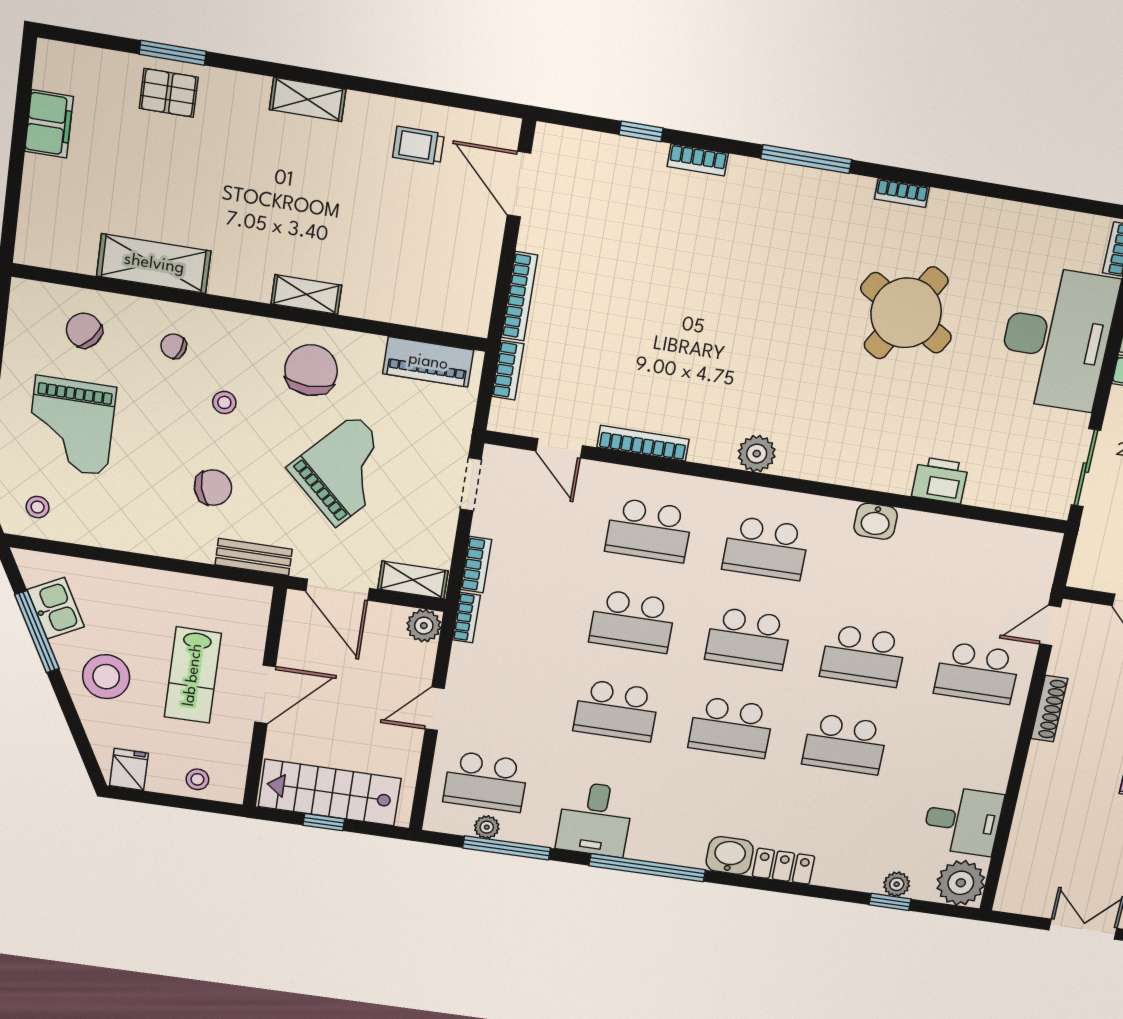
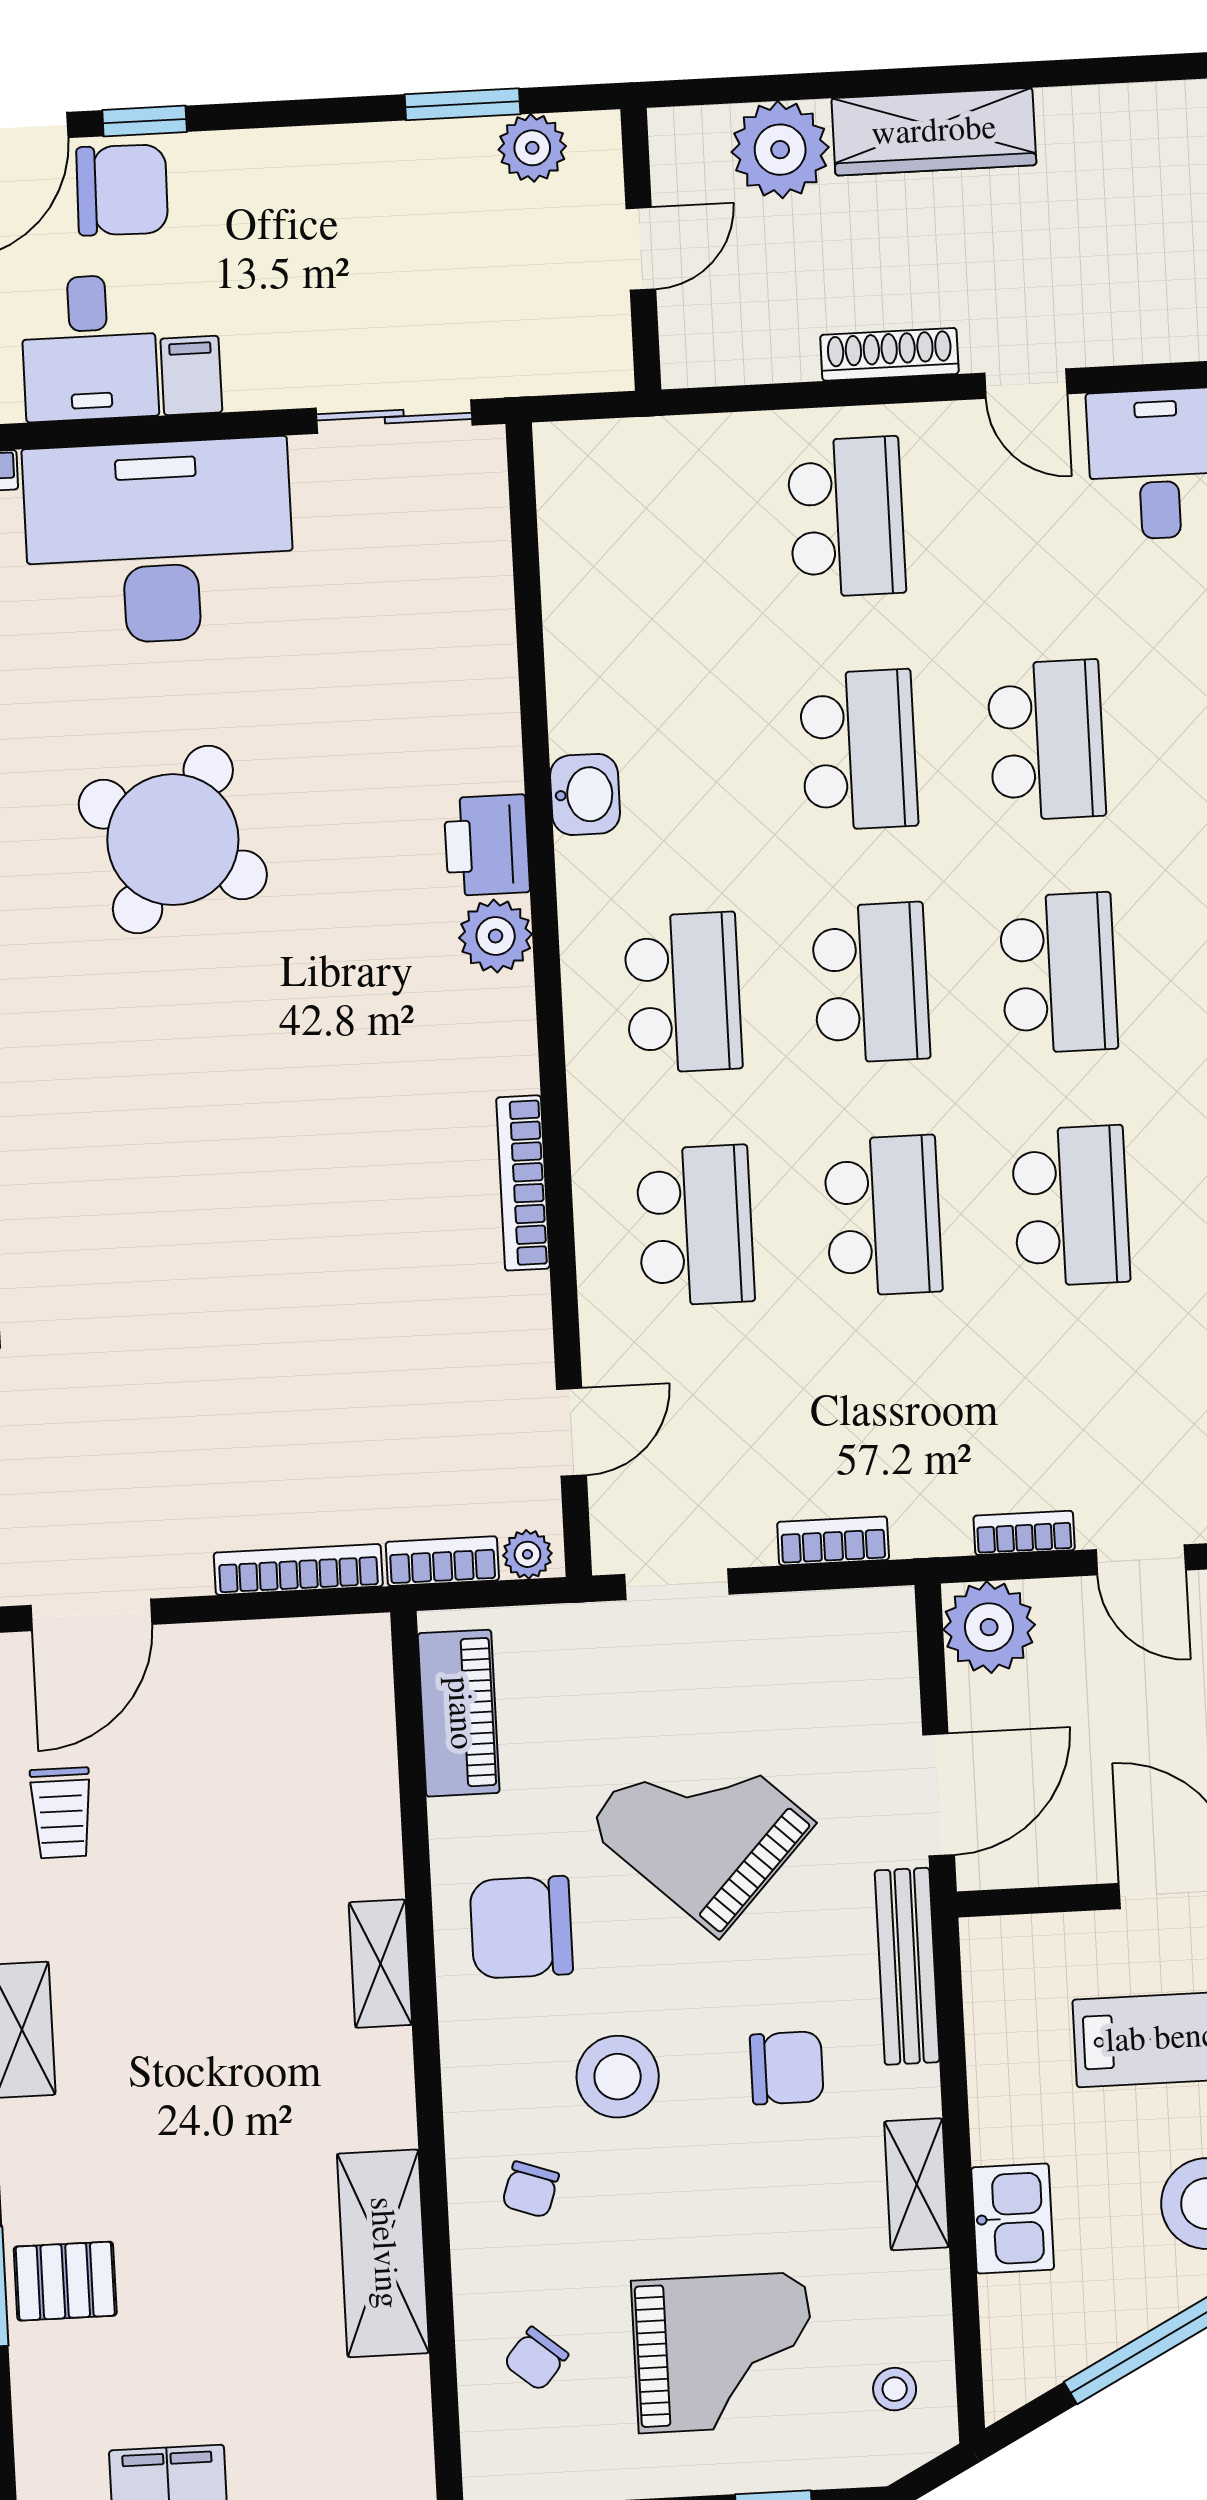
pallet: (169, 93) -> (65, 2281), turned 90
chair: (84, 330) -> (536, 2359), width x0.73, depth x0.73
stool: (224, 402) -> (618, 2077), width x1.89, depth x1.89
plant: (502, 413) -> (527, 1554), added
bookcase: (643, 443) -> (523, 1183), moved
plant: (757, 454) -> (496, 936), moved
printer: (940, 480) -> (487, 845), moved
chair: (213, 488) -> (787, 2068), turned 105
bench: (254, 557) -> (907, 1966), width x1.36
shelving: (413, 580) -> (917, 2184), moved
kitchen sink: (56, 608) -> (1013, 2218), moved, turned 118
bookcase: (466, 618) -> (1024, 1533), moved
plant: (424, 626) -> (989, 1627), width x1.36, depth x1.36
door: (1050, 626) -> (1026, 384), moved

